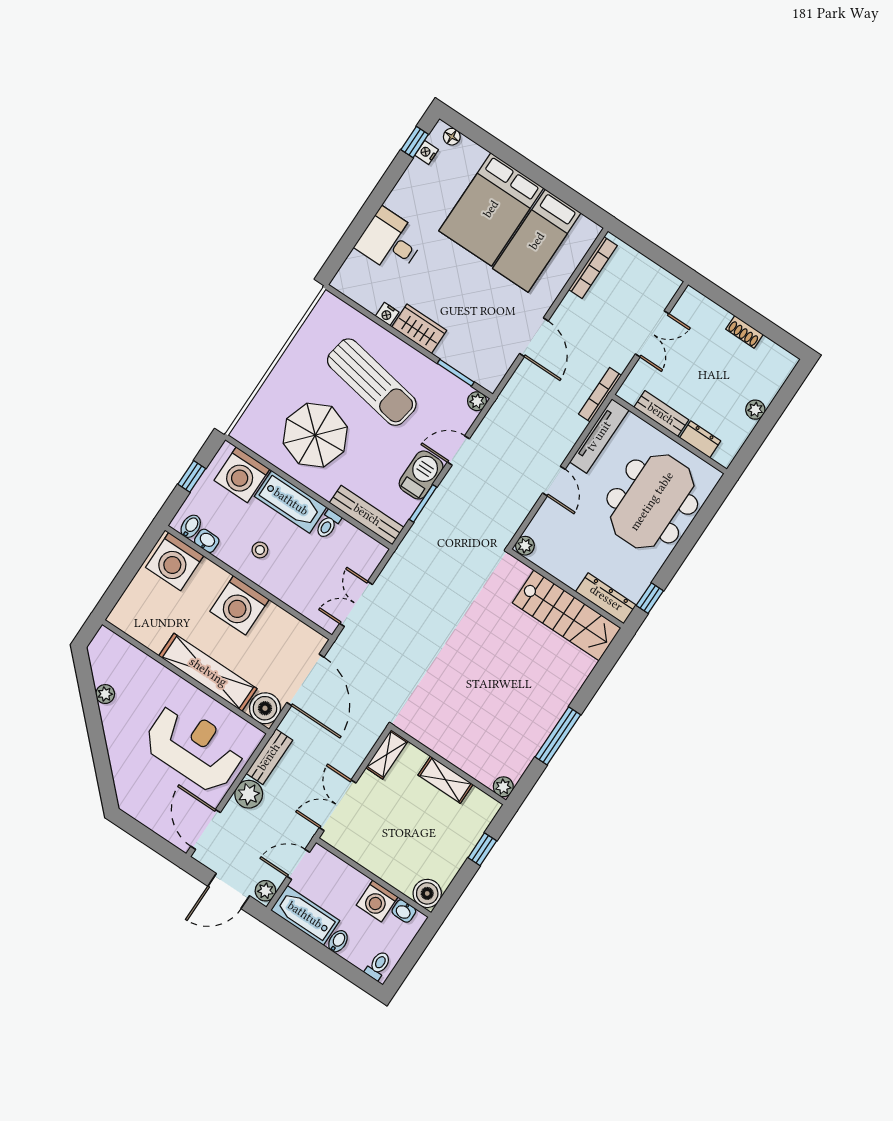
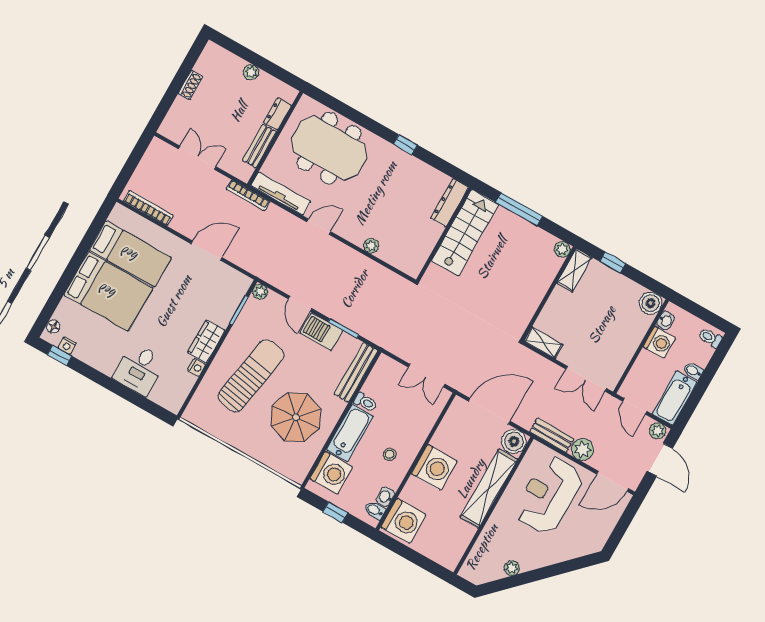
wall: (566, 589) -> (444, 234), moved
dresser: (606, 598) -> (450, 203), moved
stairs: (567, 615) -> (465, 233), moved
shelving: (446, 780) -> (574, 270), moved

